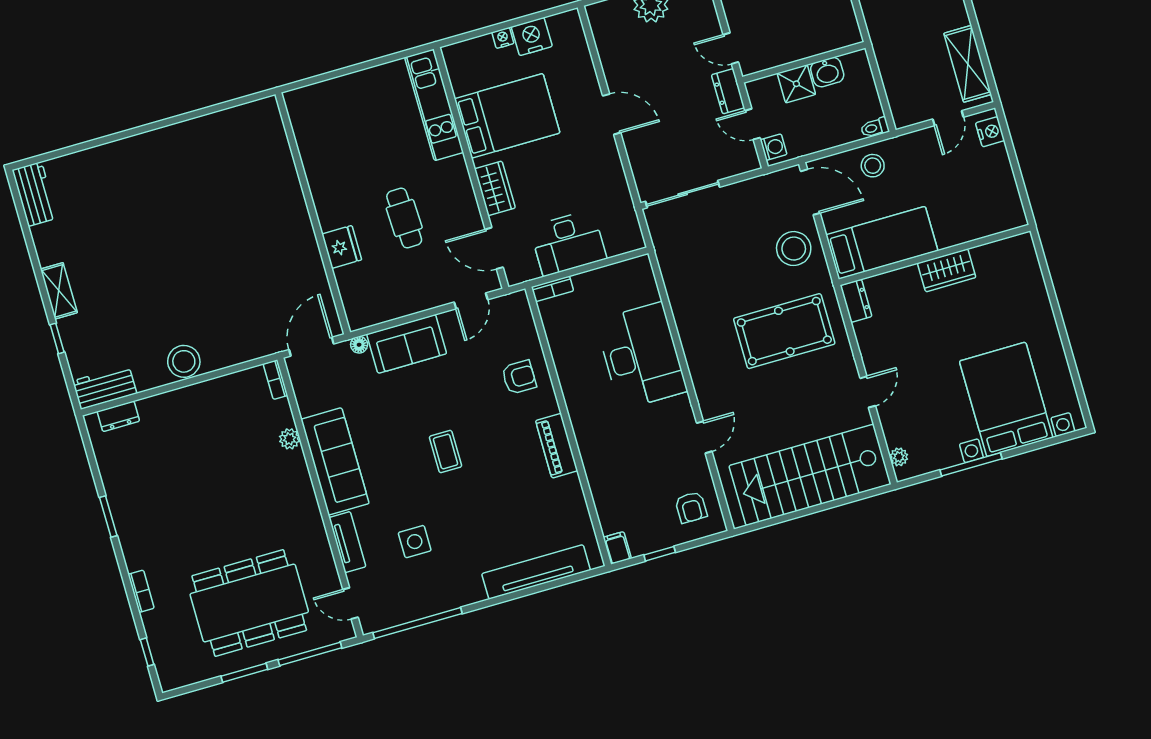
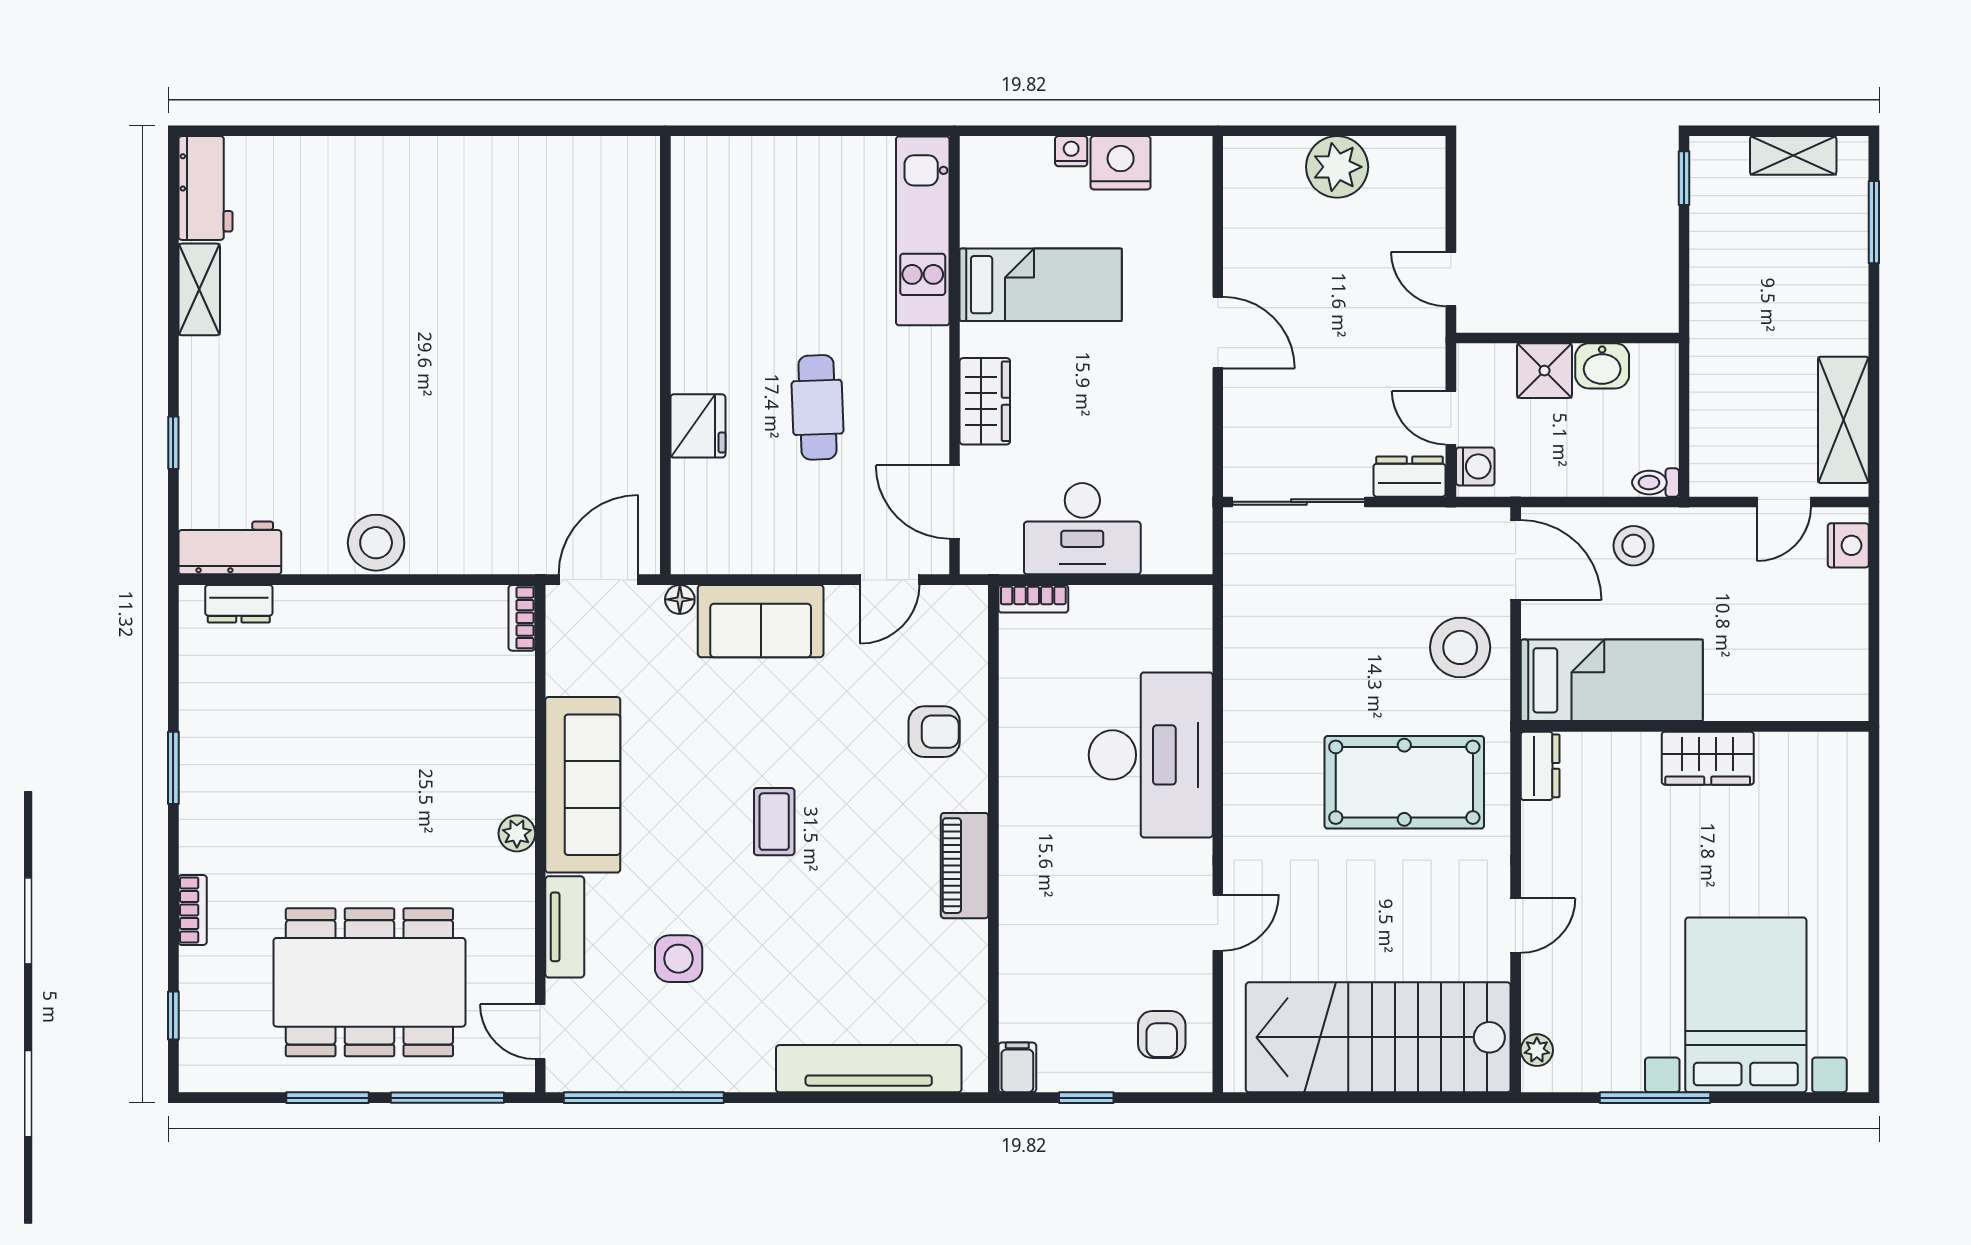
dresser: (728, 91) -> (1410, 477), moved, turned 90
bed: (507, 116) -> (1041, 285), width x0.67
shelving: (59, 291) -> (199, 289), moved
plant: (289, 439) -> (517, 833), moved

